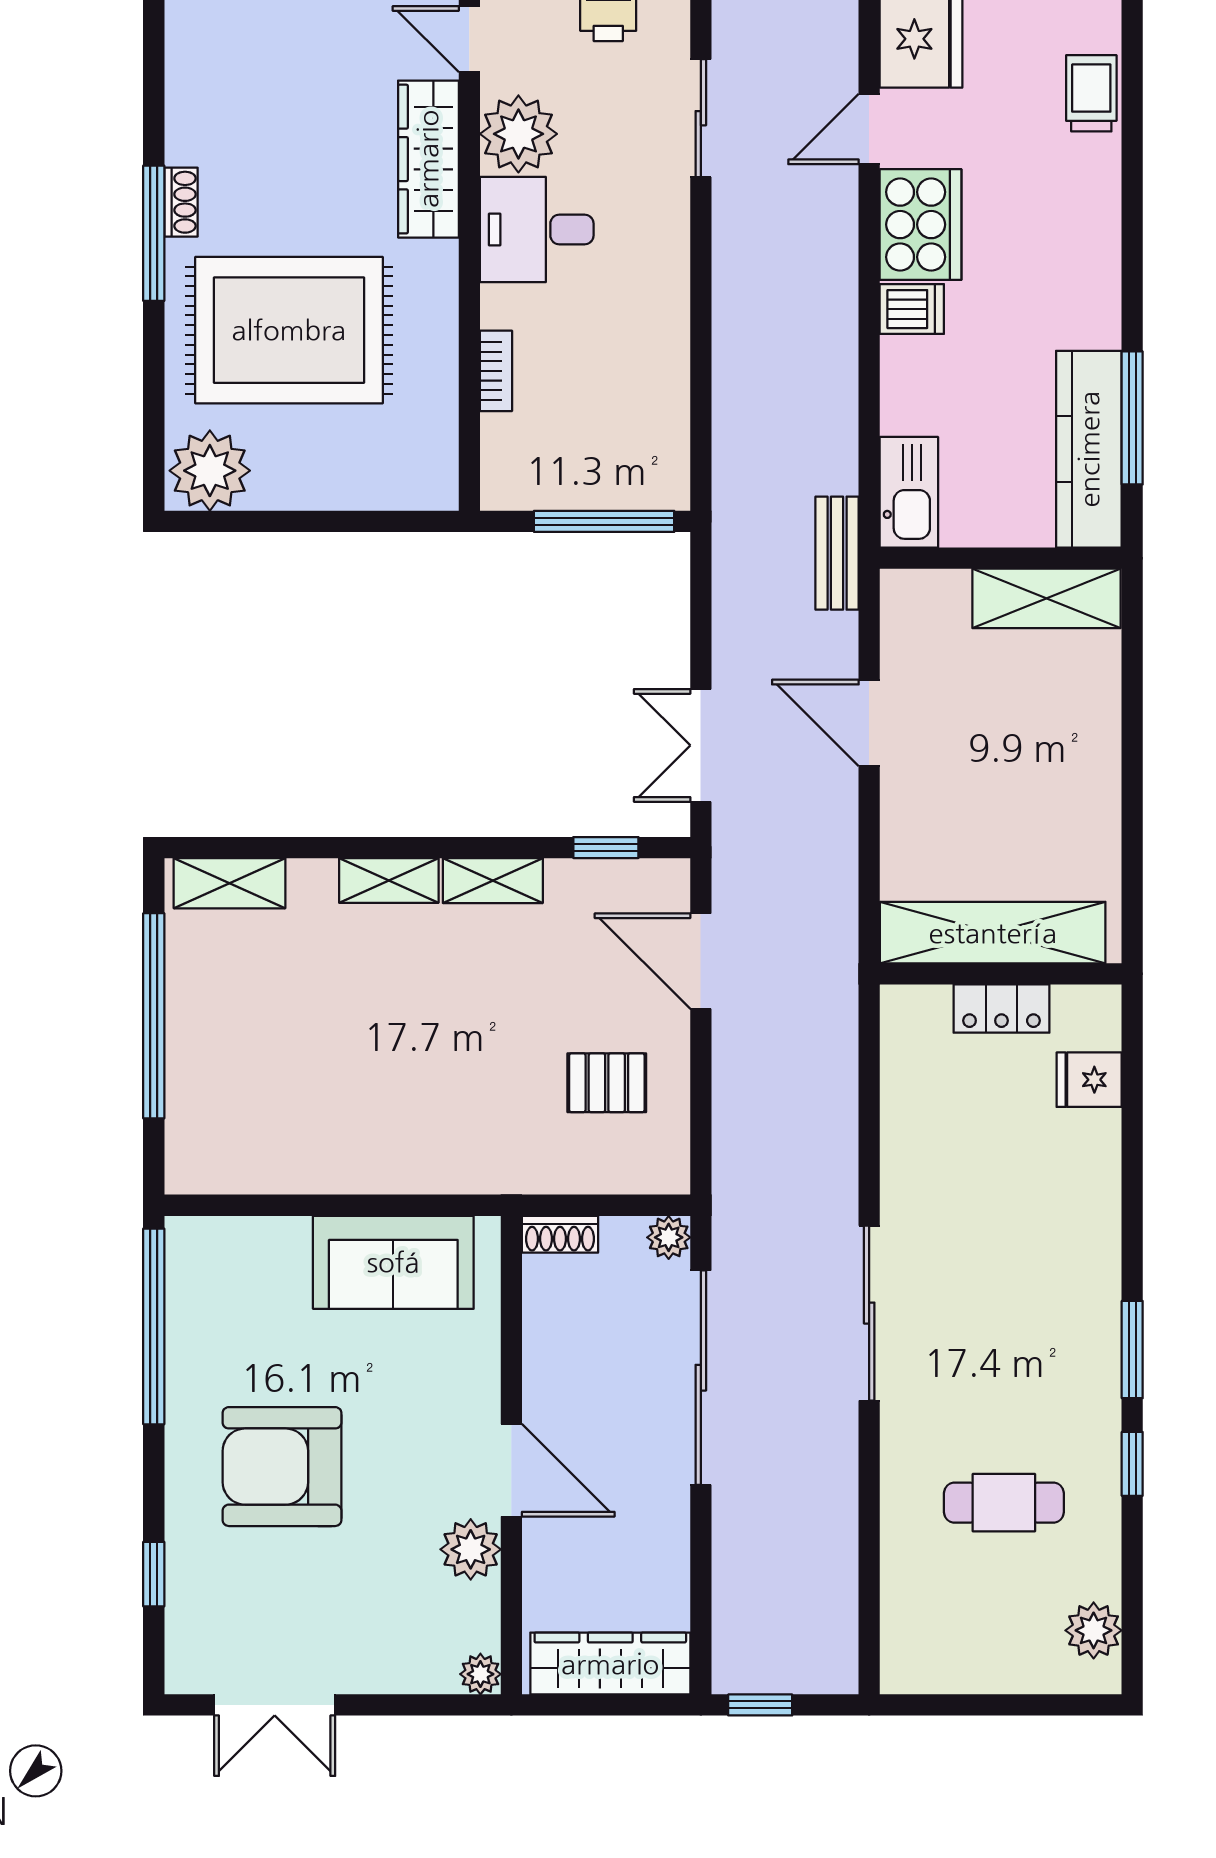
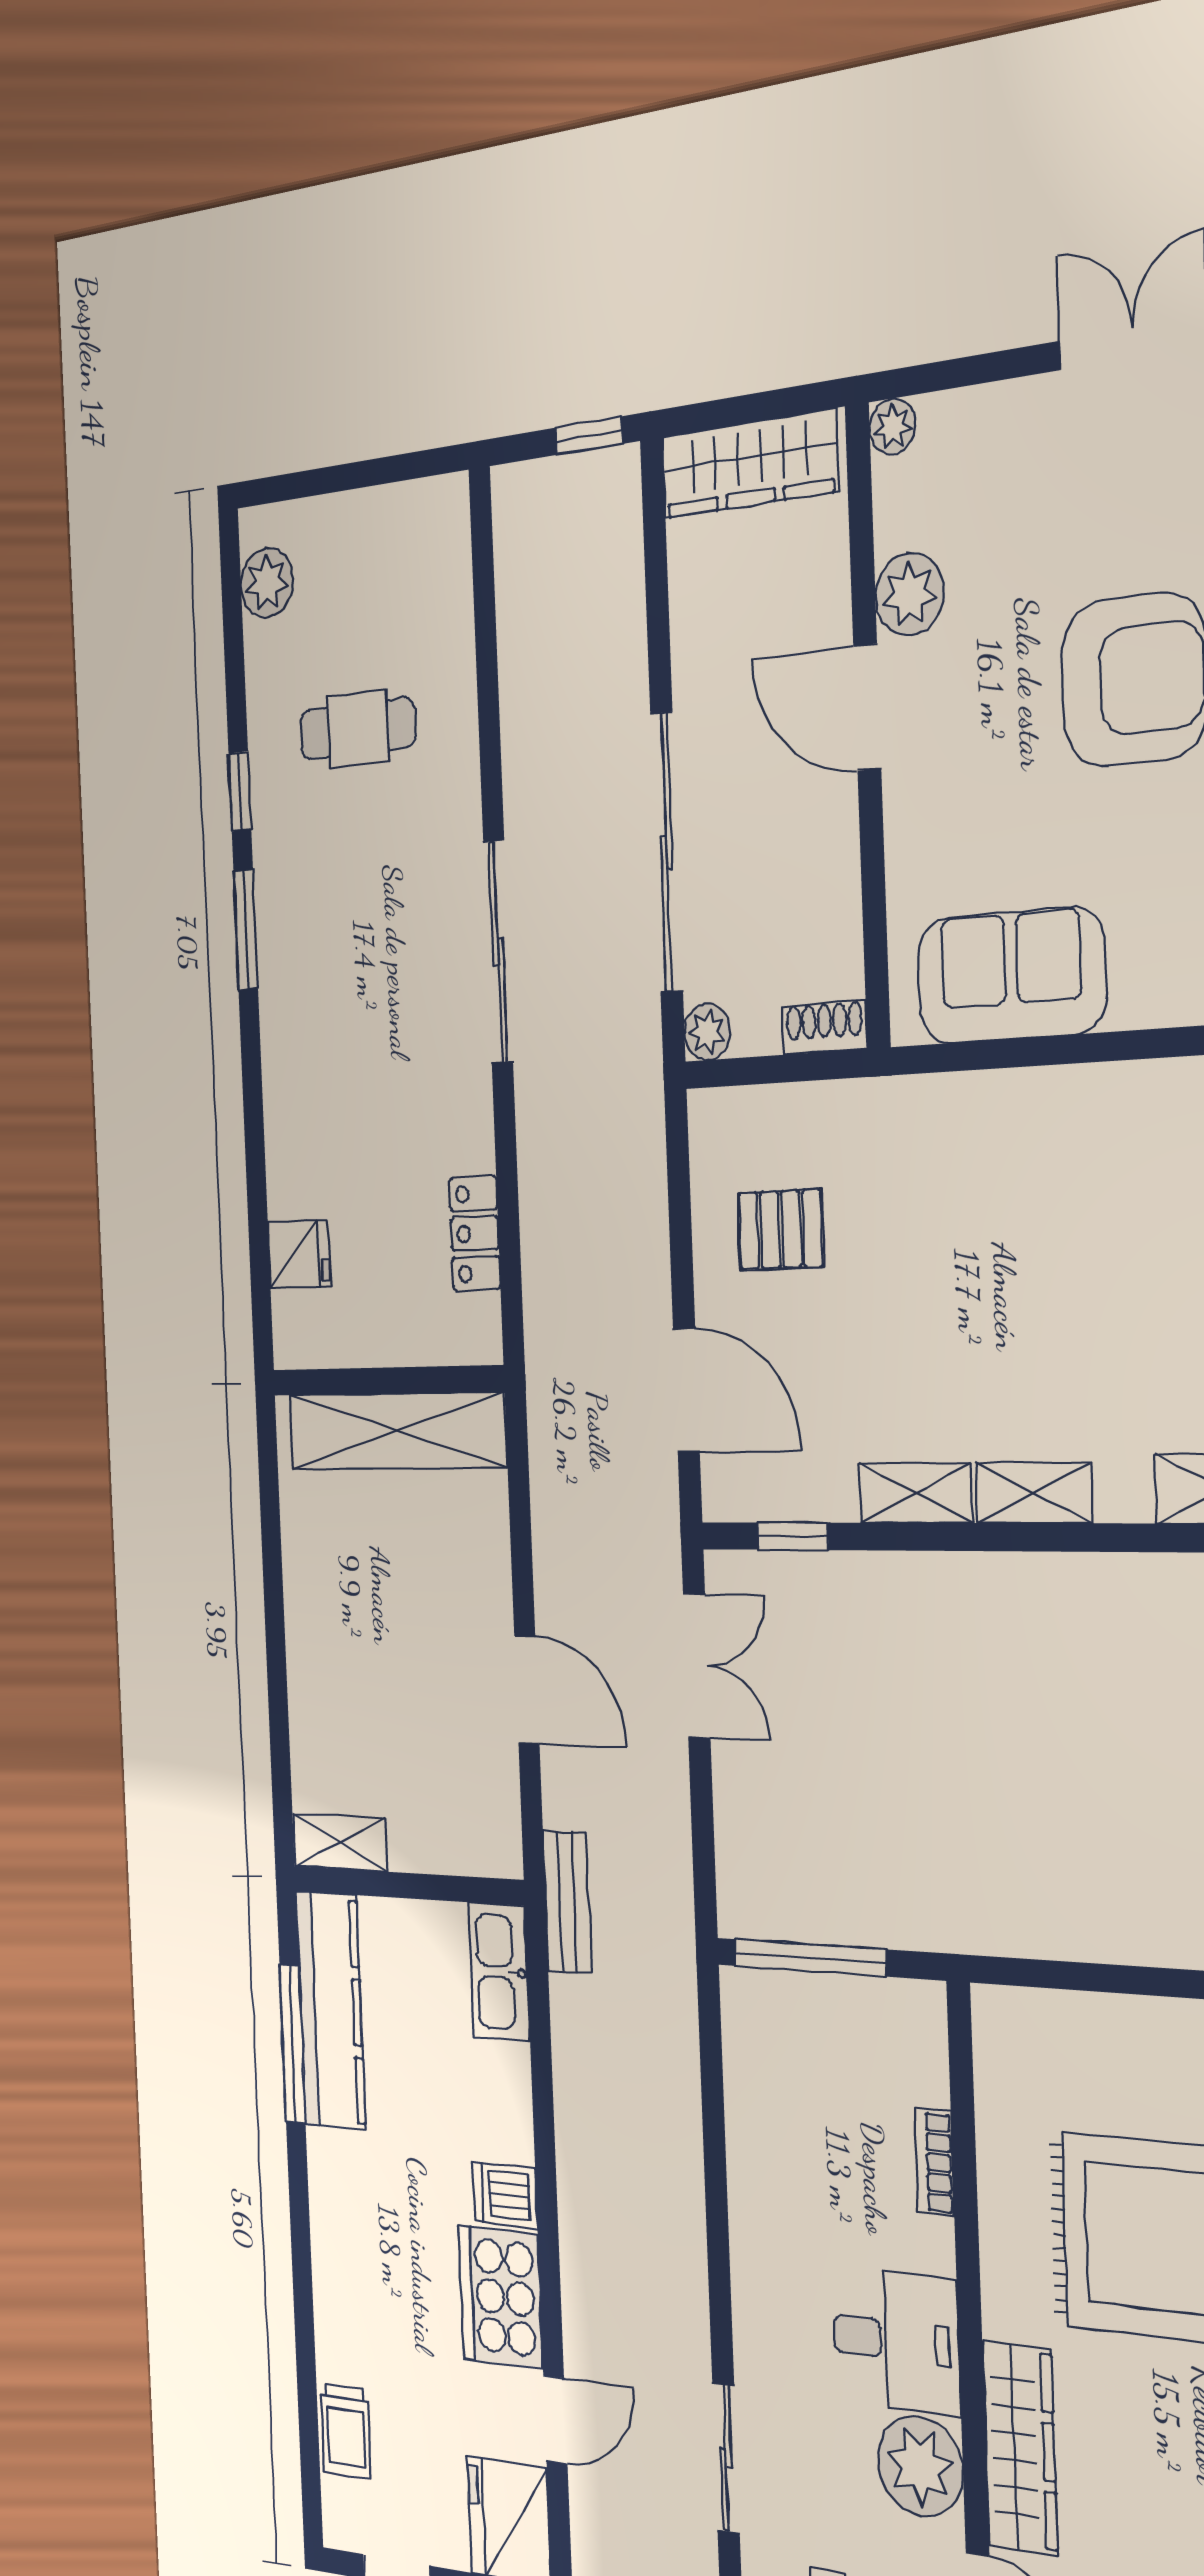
shelving: (1047, 598) -> (340, 1842), width x0.67, depth x0.75
locker: (1001, 1009) -> (475, 1234), moved, turned -90

